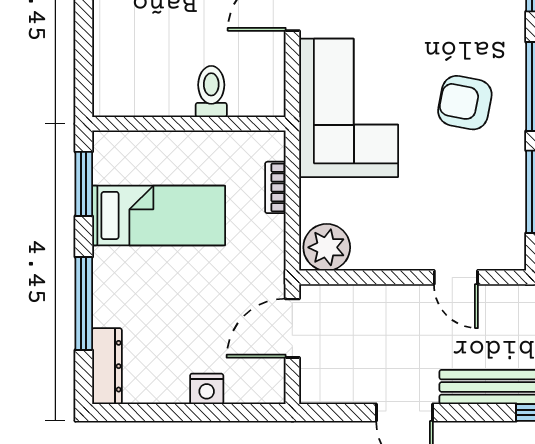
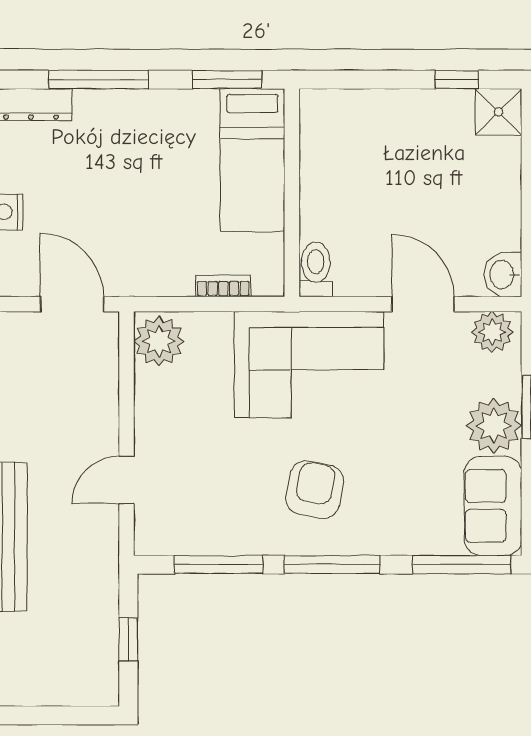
toilet: (211, 92) -> (316, 269), moved, turned -90
bed: (159, 215) -> (252, 160), moved

